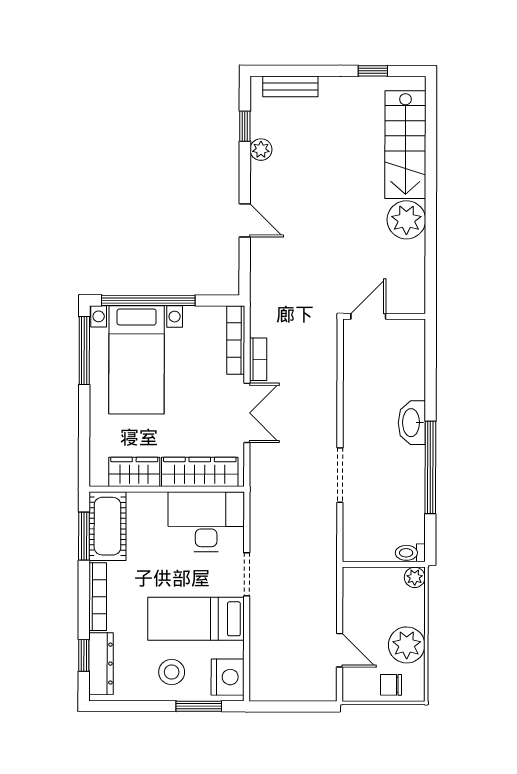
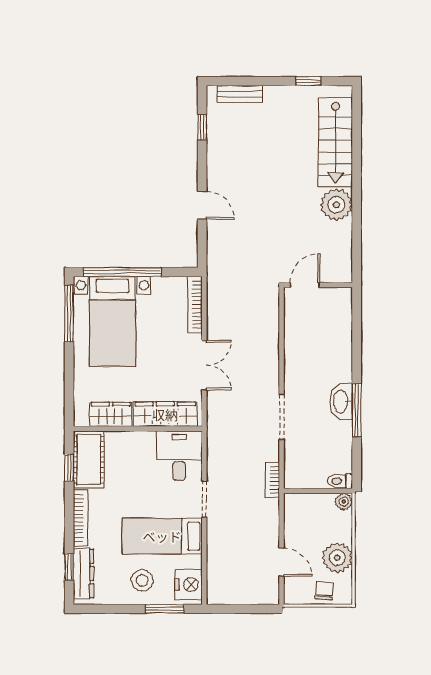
plant: (261, 150) -> (216, 147), removed
bookcase: (258, 359) -> (272, 480), moved, turned 180
washbasin: (412, 423) -> (341, 401), moved
window: (430, 467) -> (357, 410), width x0.68
desk: (206, 522) -> (179, 456), width x0.73
window: (84, 536) -> (69, 468), width x0.67
chair: (391, 685) -> (324, 591), turned 94

